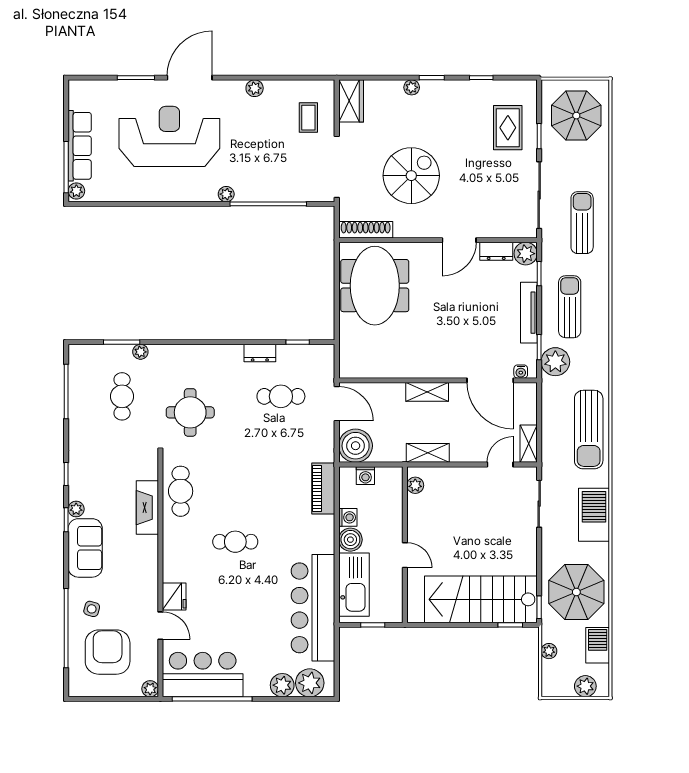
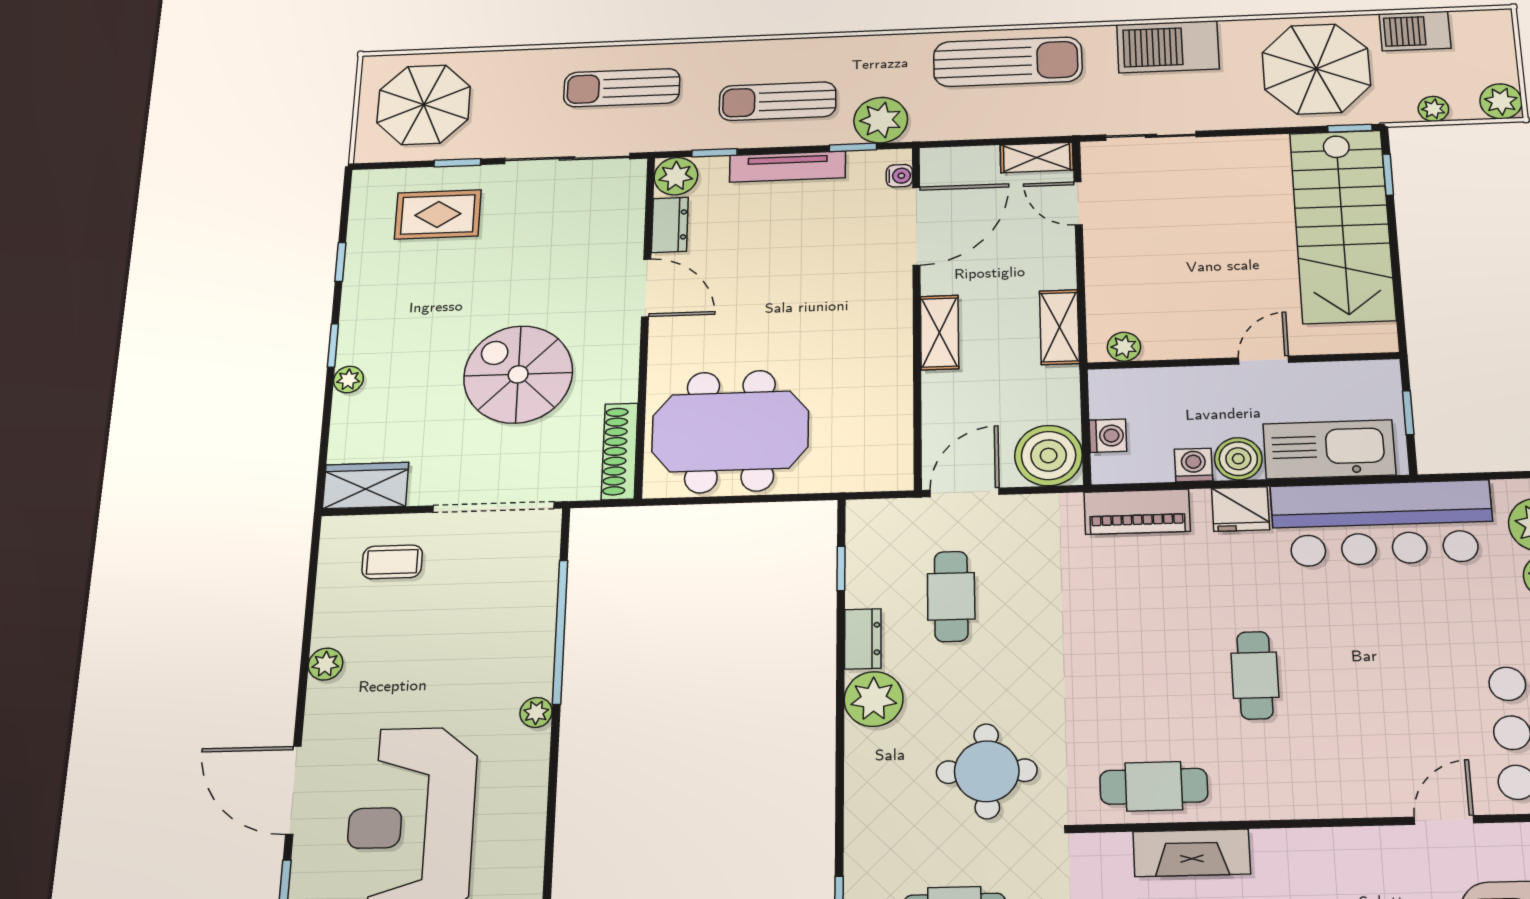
plant: (140, 352) -> (874, 699), moved, width x1.88, depth x1.88
fridge: (174, 597) -> (1240, 509), moved, turned 180
plant: (585, 686) -> (1501, 101), moved

